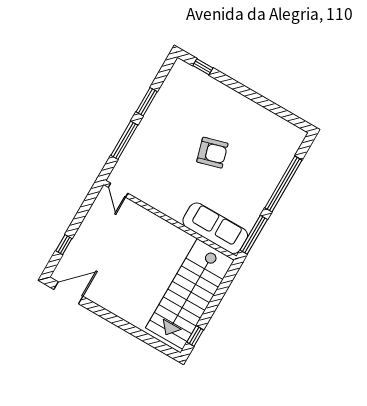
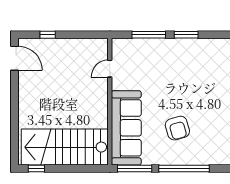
armchair: (212, 153) -> (177, 128), moved
door: (118, 190) -> (110, 69), moved
sofa: (215, 228) -> (126, 128), width x1.36, depth x1.27

